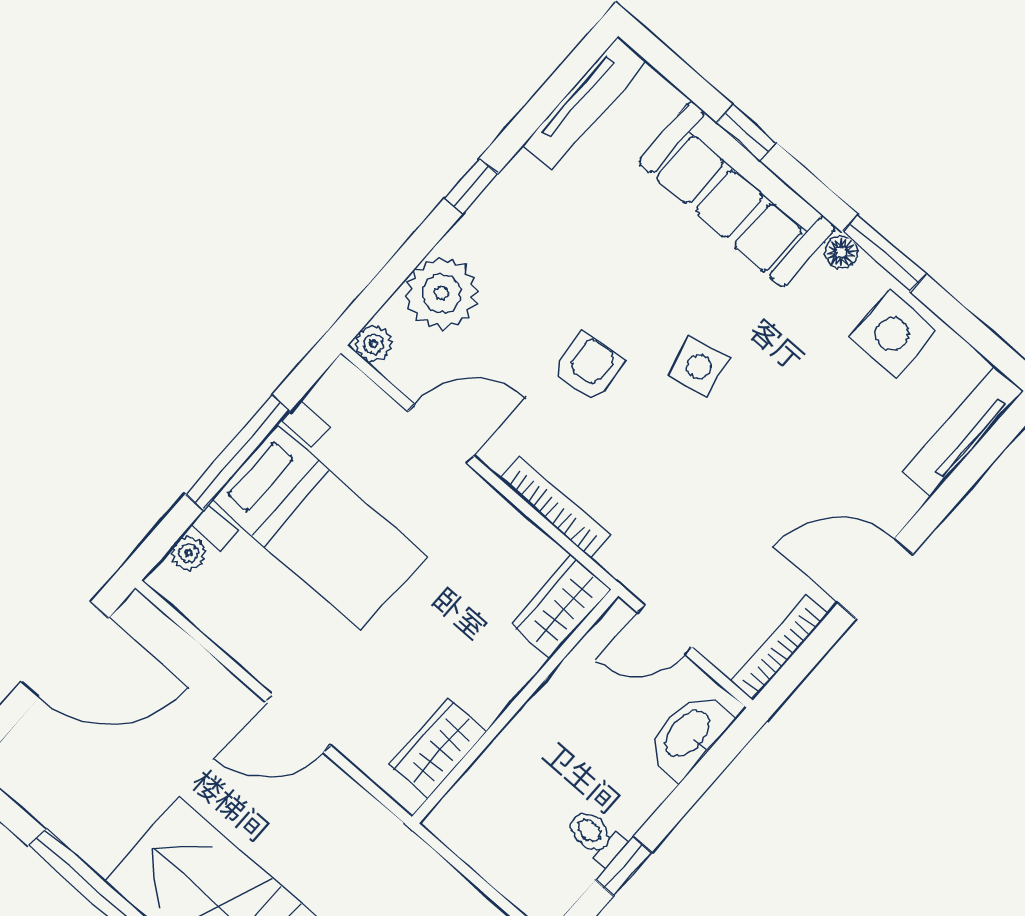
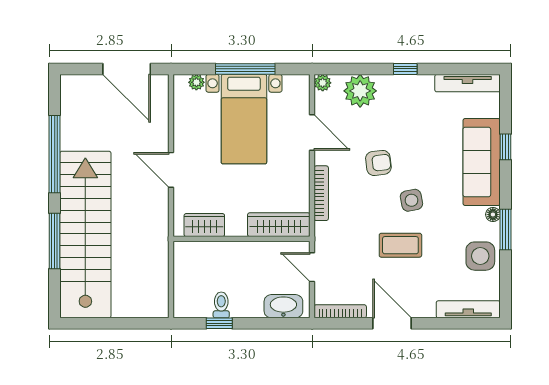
coffee table: (757, 451) -> (400, 245), added
wardrobe: (561, 606) -> (279, 225), width x1.50

